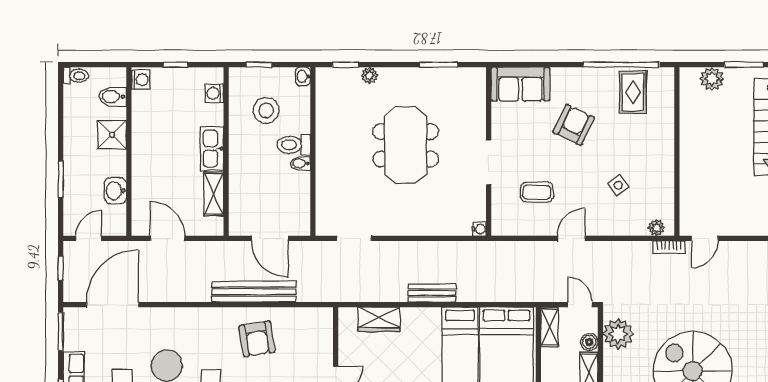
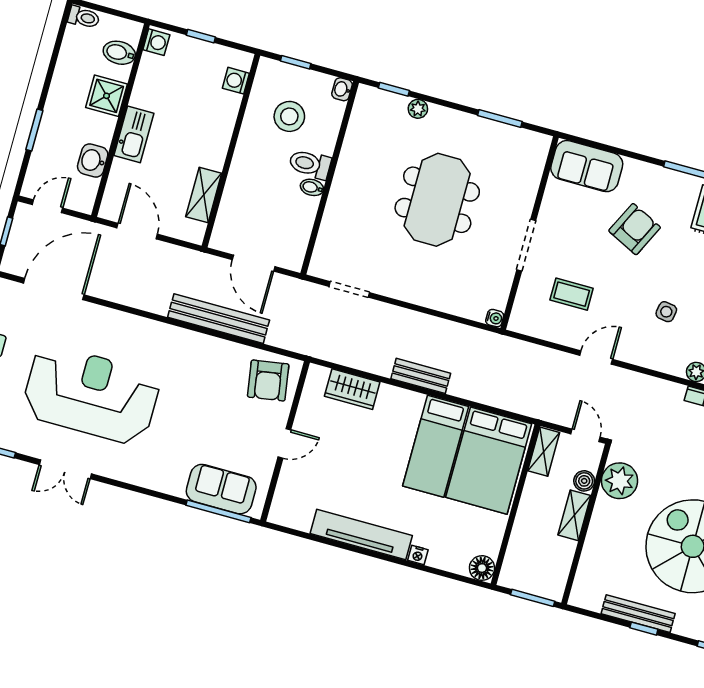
kitchen sink: (212, 149) -> (134, 134), moved, turned 180
side table: (618, 185) -> (666, 312), turned 45
armchair: (257, 339) -> (268, 381), moved

